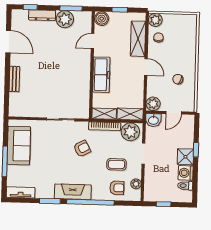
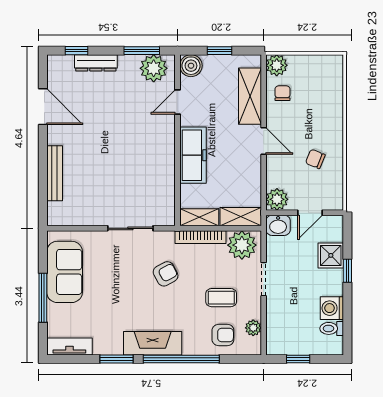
plant: (65, 19) -> (154, 68), moved
bench: (14, 79) -> (55, 173), width x1.36
shower: (185, 157) -> (331, 255), moved

